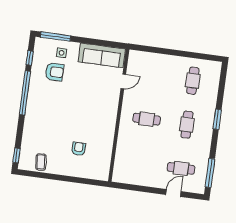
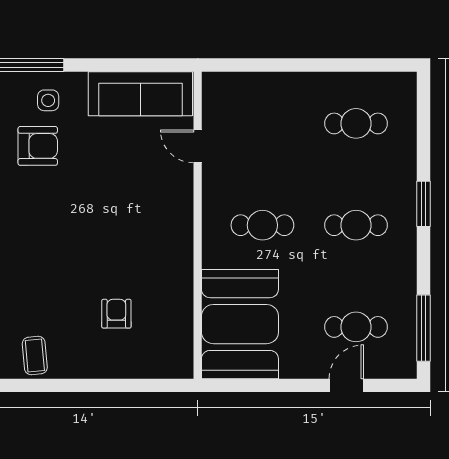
door: (123, 81) -> (198, 146), swing flipped
cafe table: (193, 81) -> (356, 123), turned 90
cafe table: (187, 125) -> (356, 225), turned 90
booth: (131, 160) -> (240, 324), added

